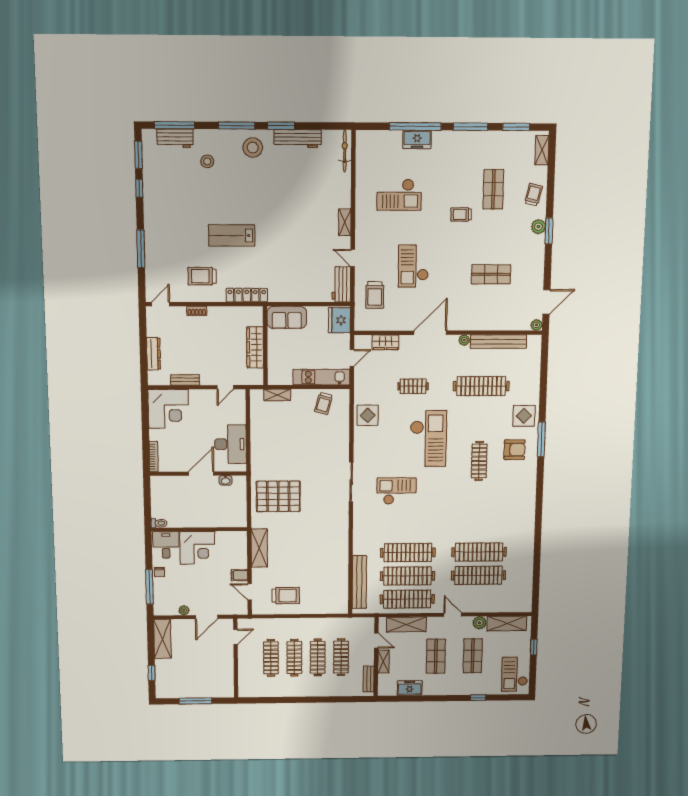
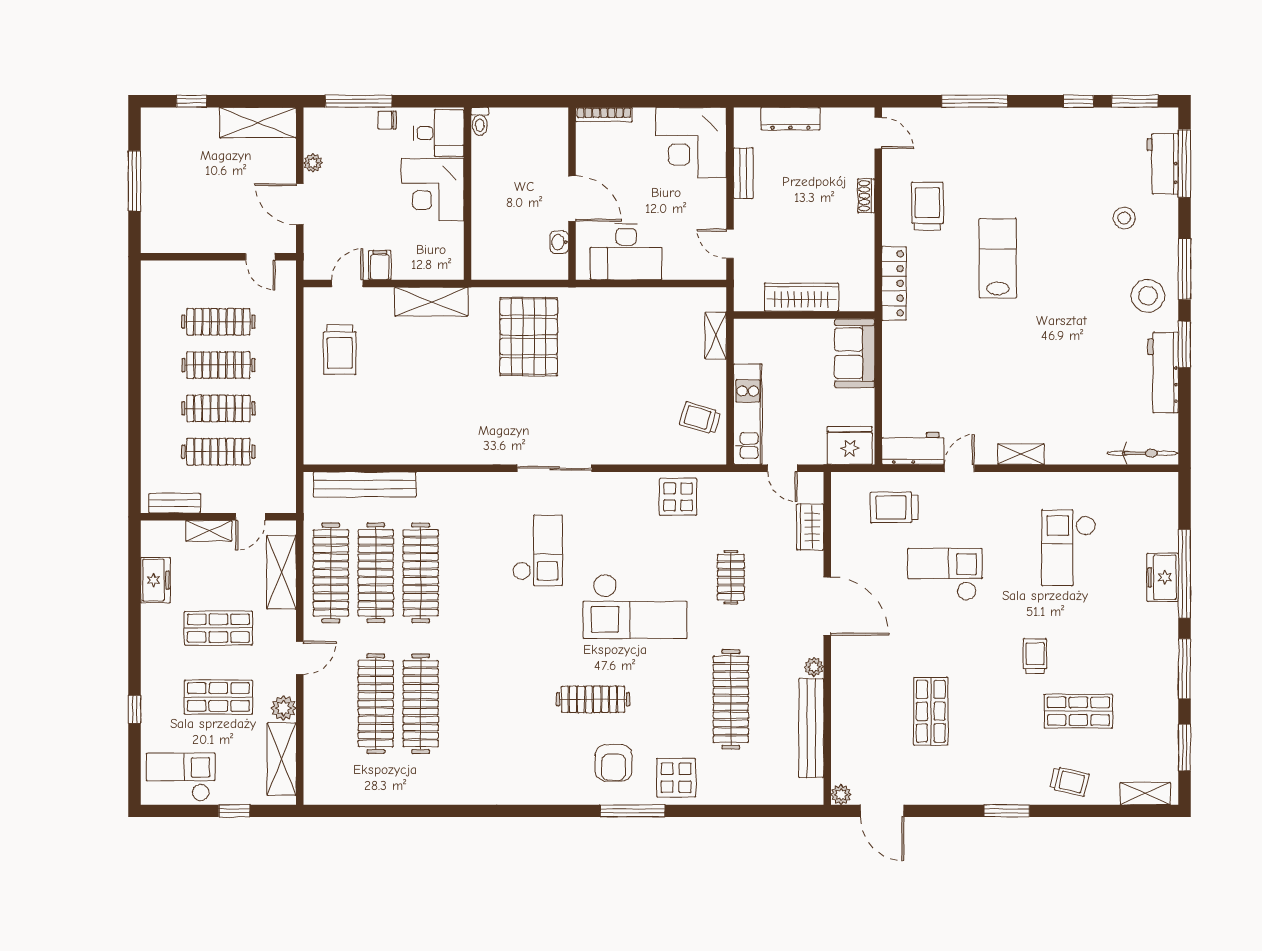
plant: (538, 227) -> (1014, 792), removed

